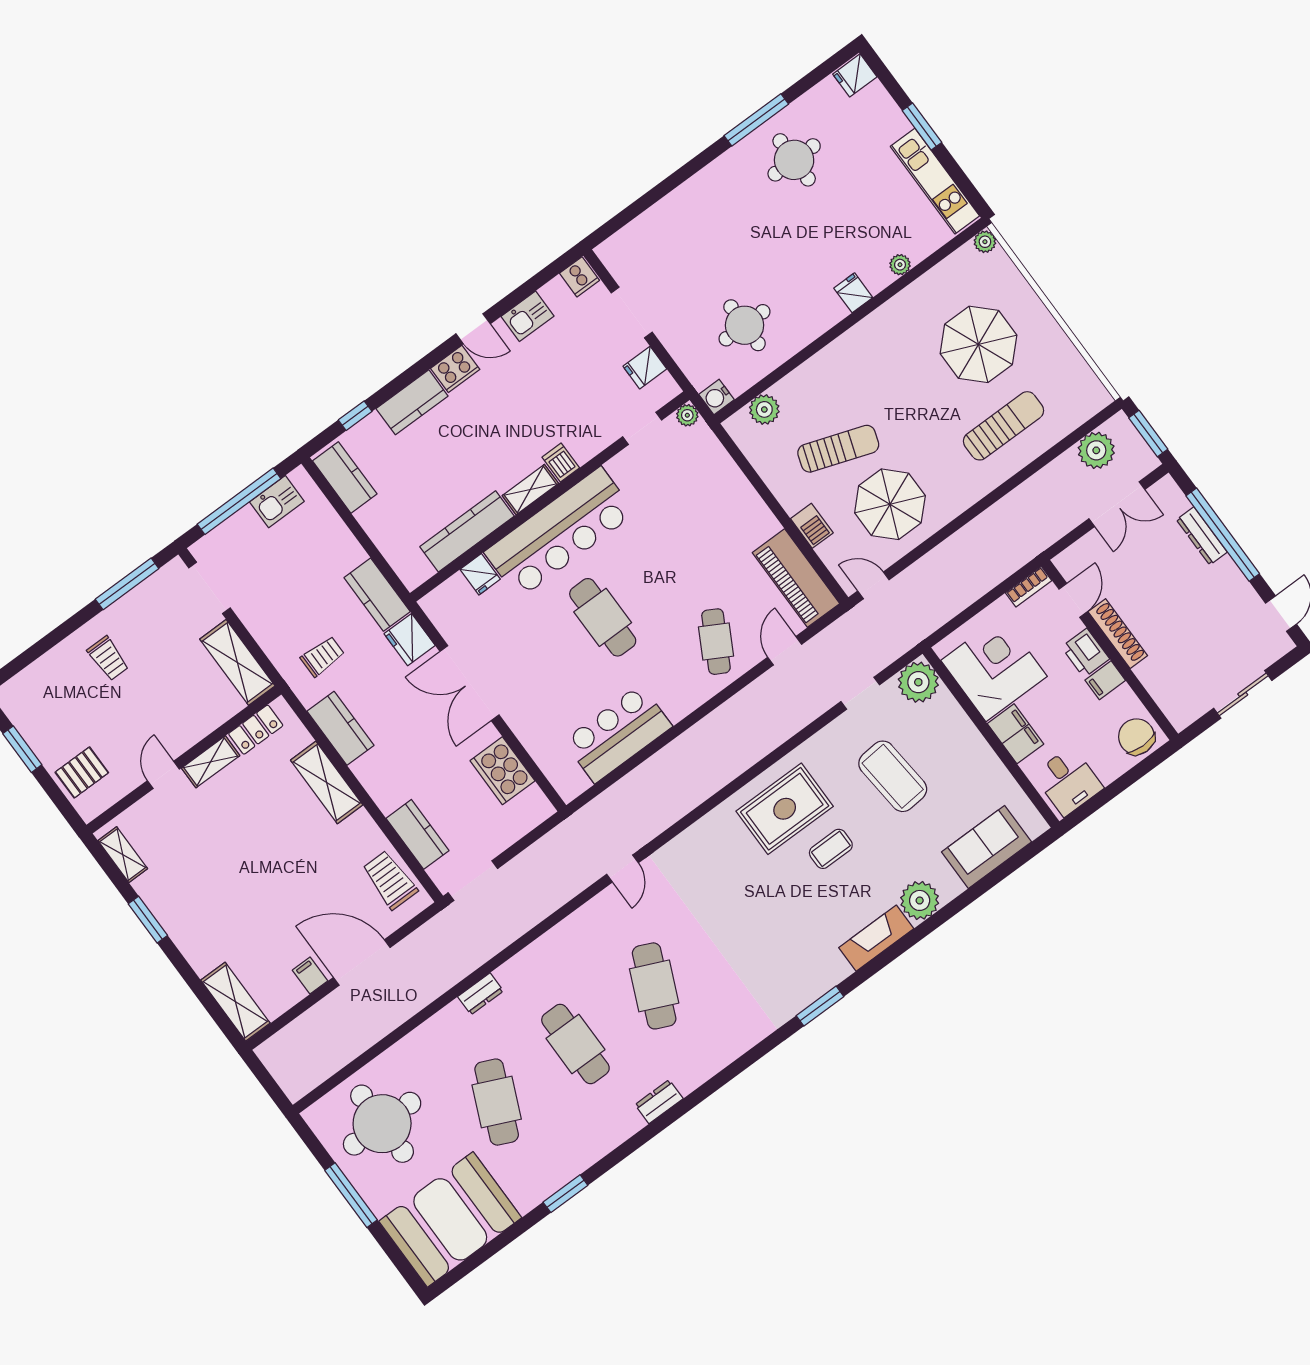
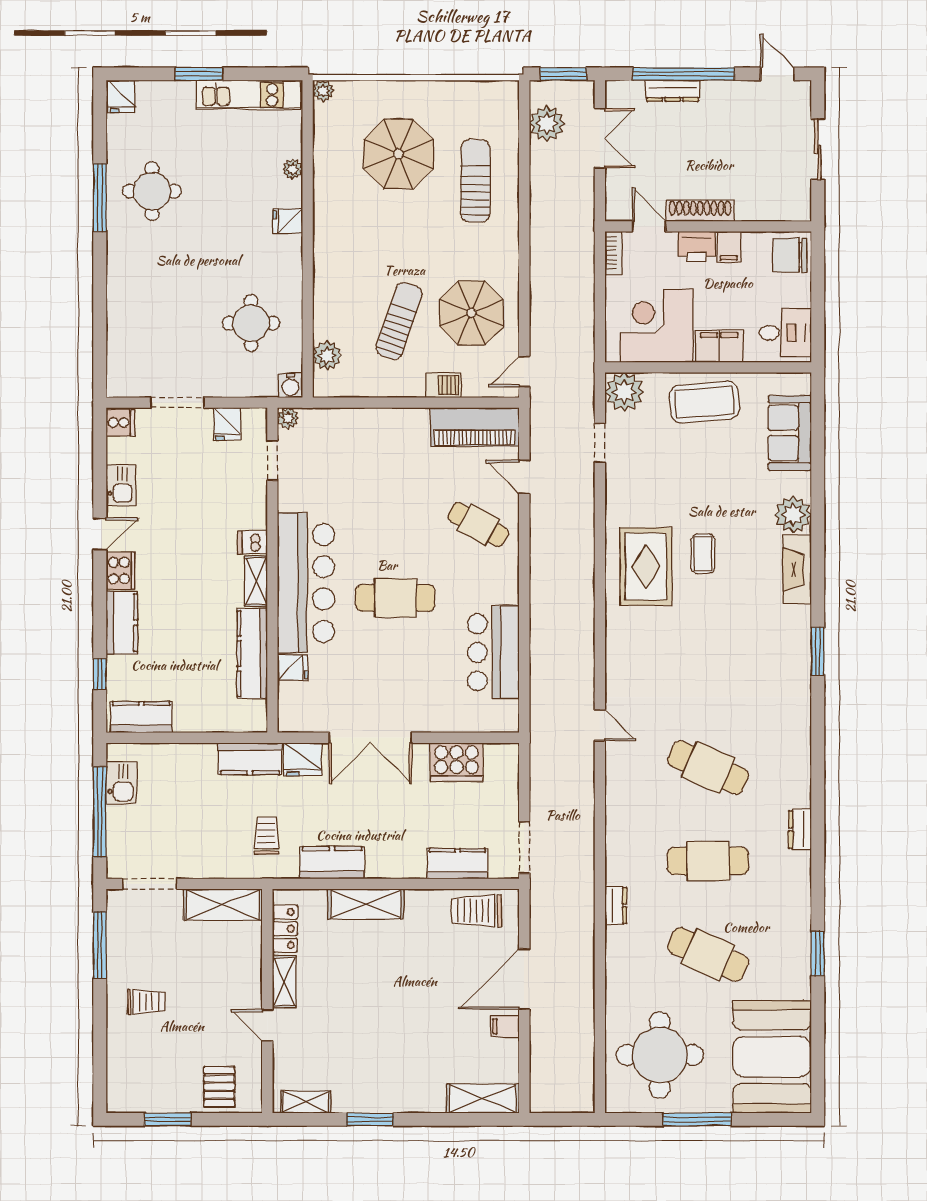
coffee table: (893, 776) -> (704, 402), moved

